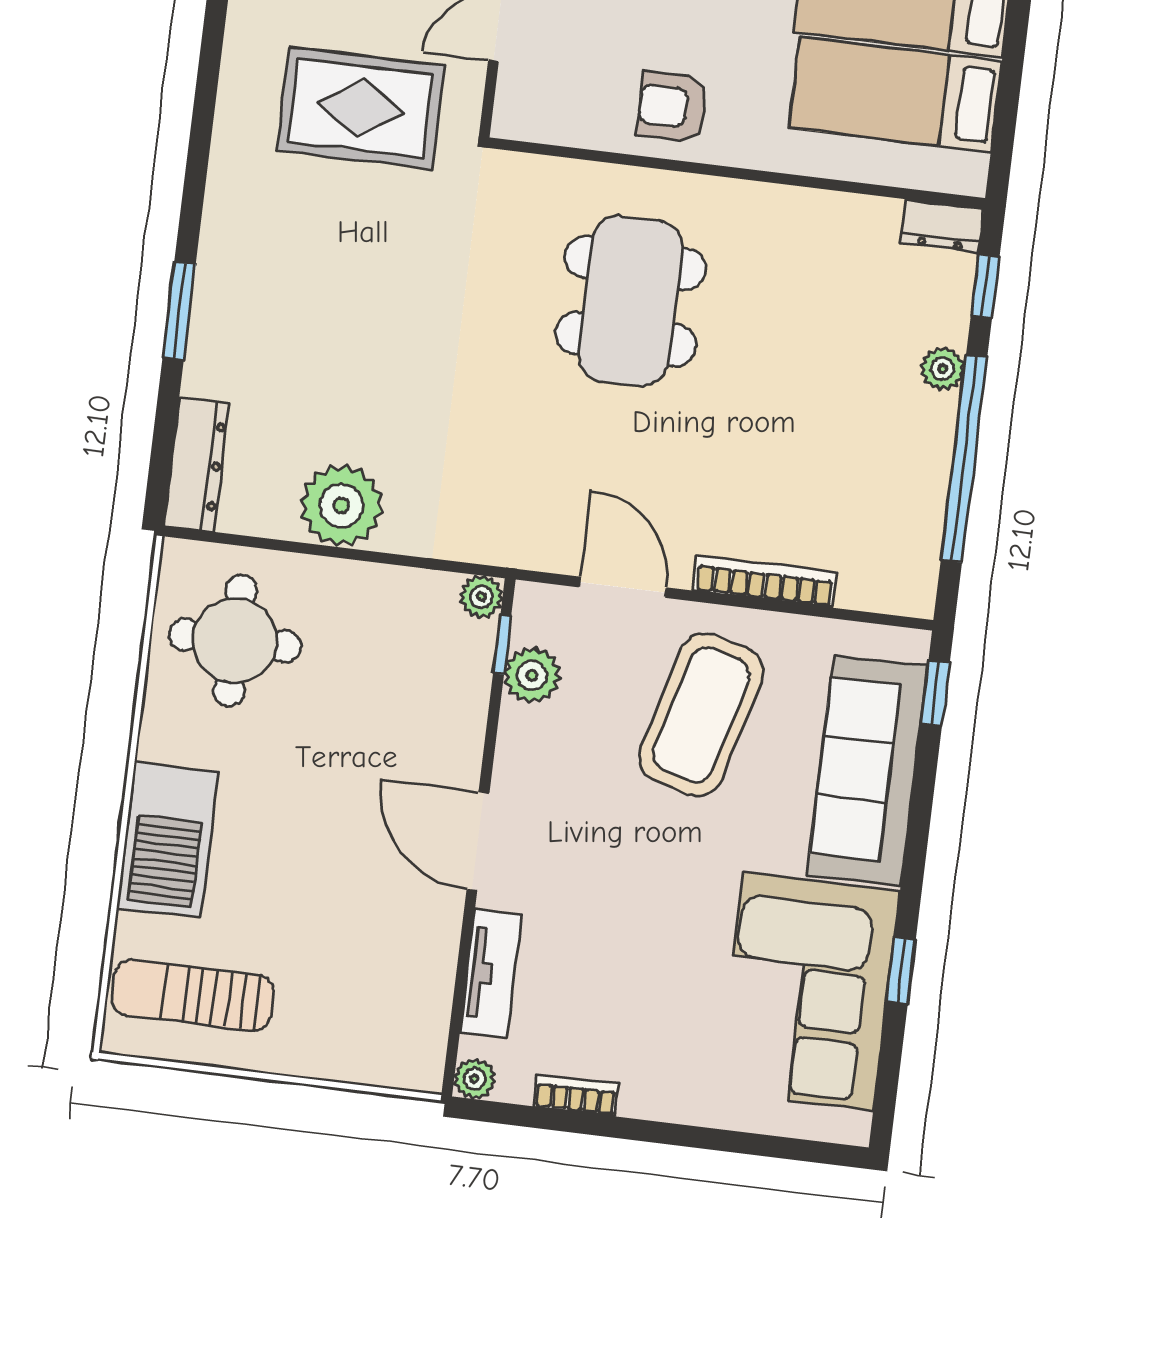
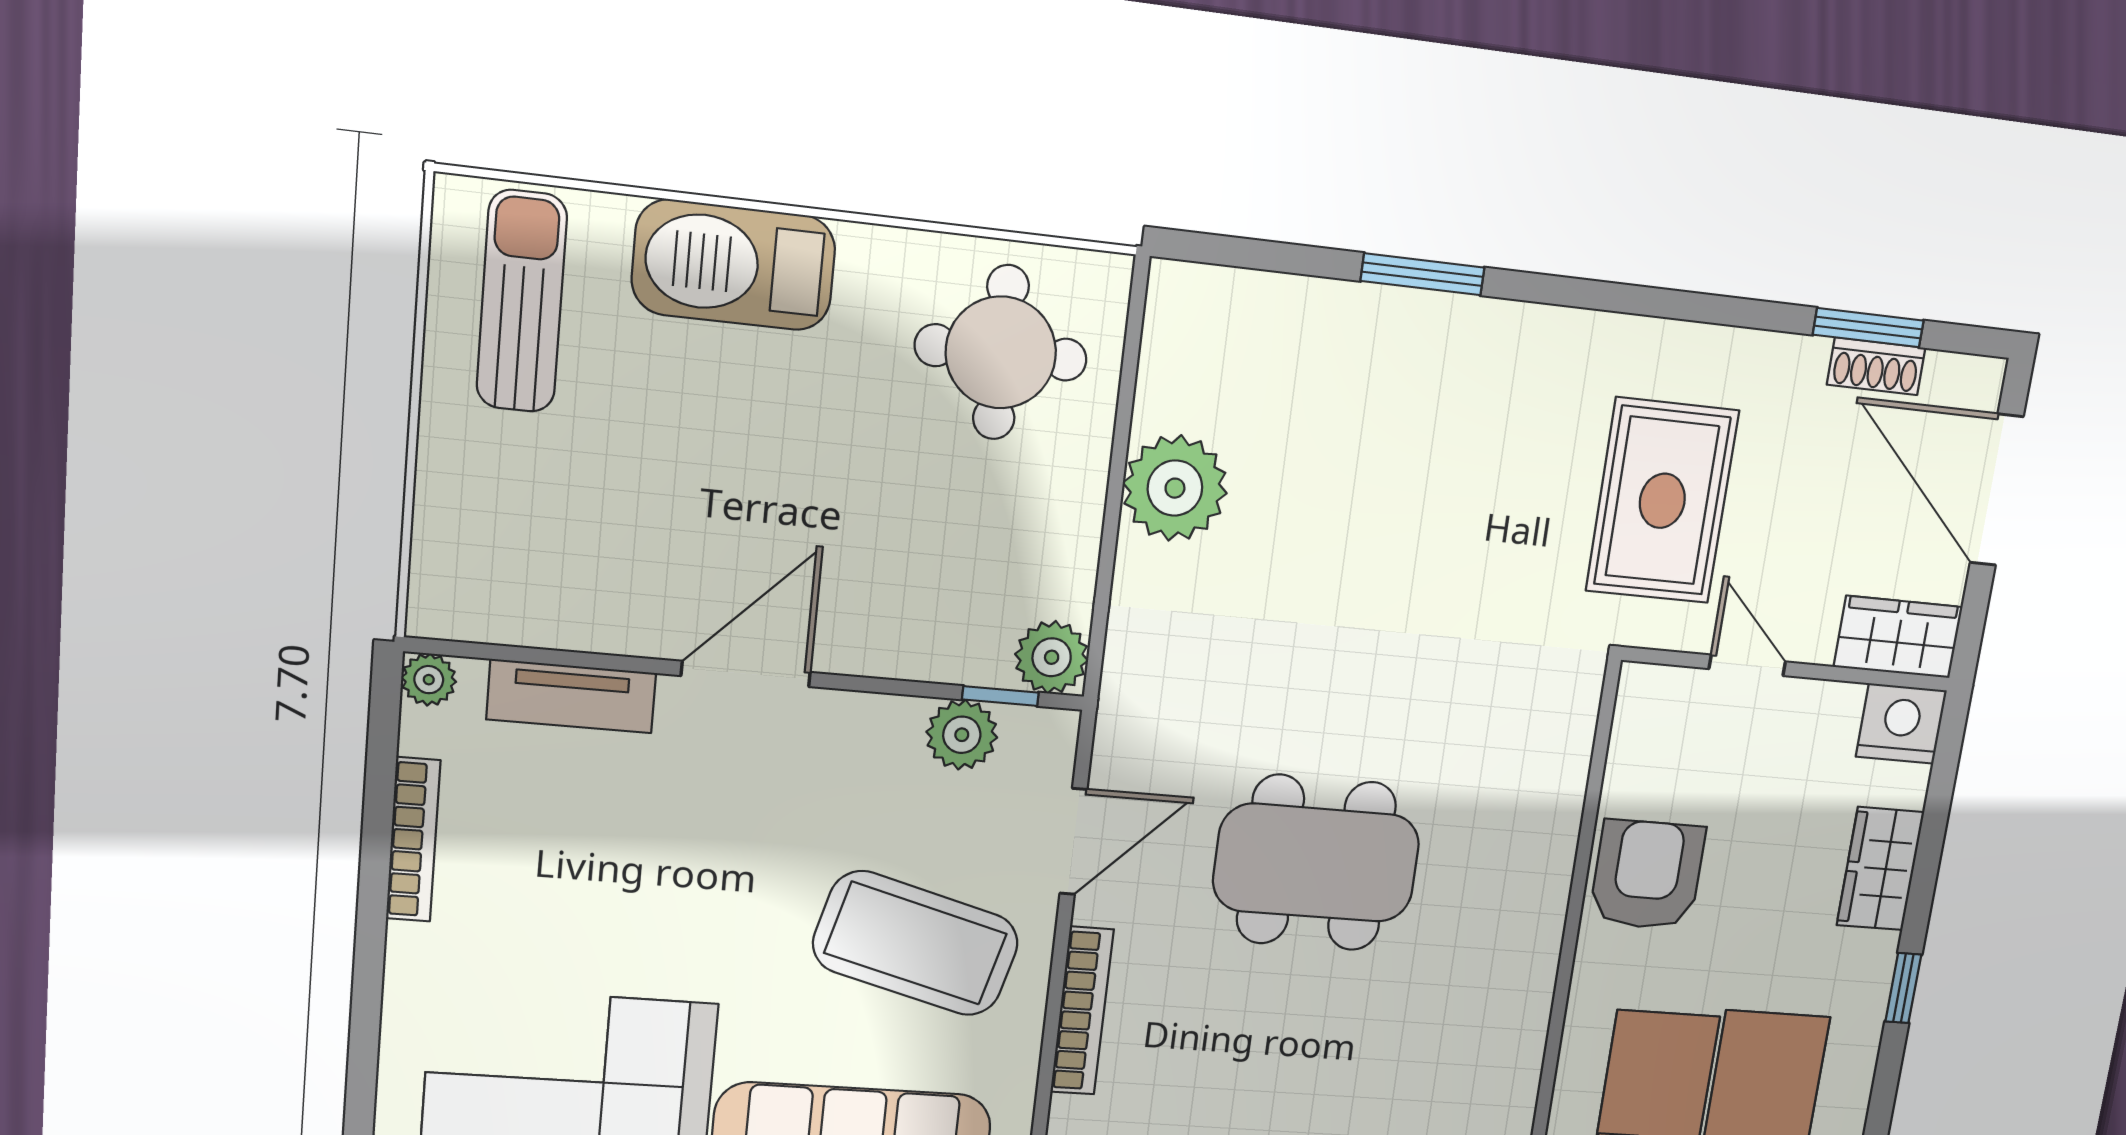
armchair: (672, 107) -> (1647, 875), width x1.38, depth x1.38
dining table: (631, 301) -> (1316, 863), moved
dresser: (196, 464) -> (1228, 299), removed
plant: (481, 597) -> (1052, 657), width x1.38, depth x1.38
bookcase: (576, 1095) -> (413, 840), width x1.56

